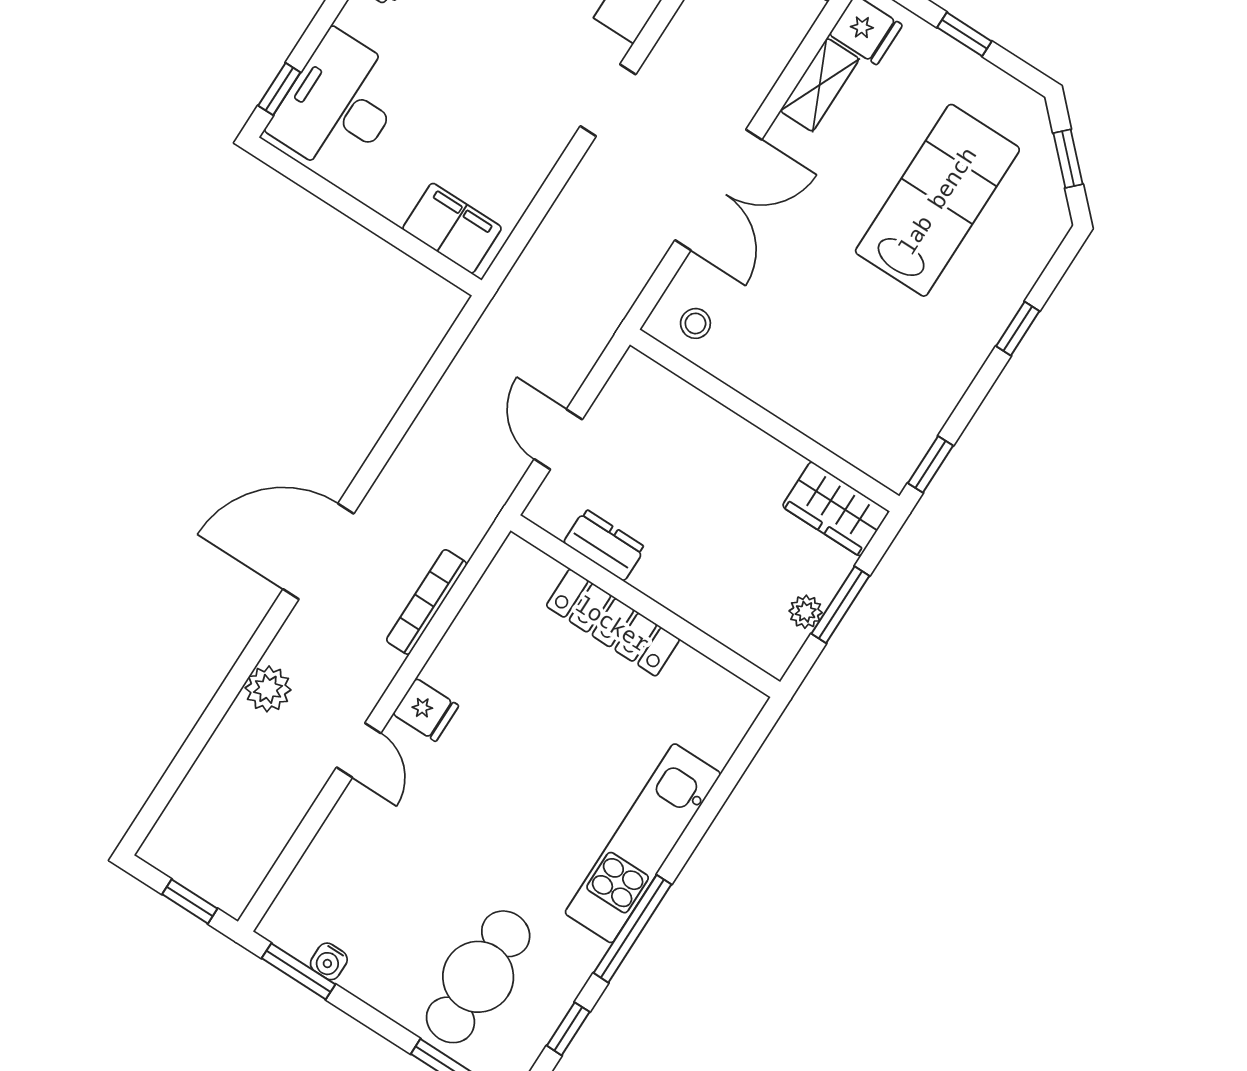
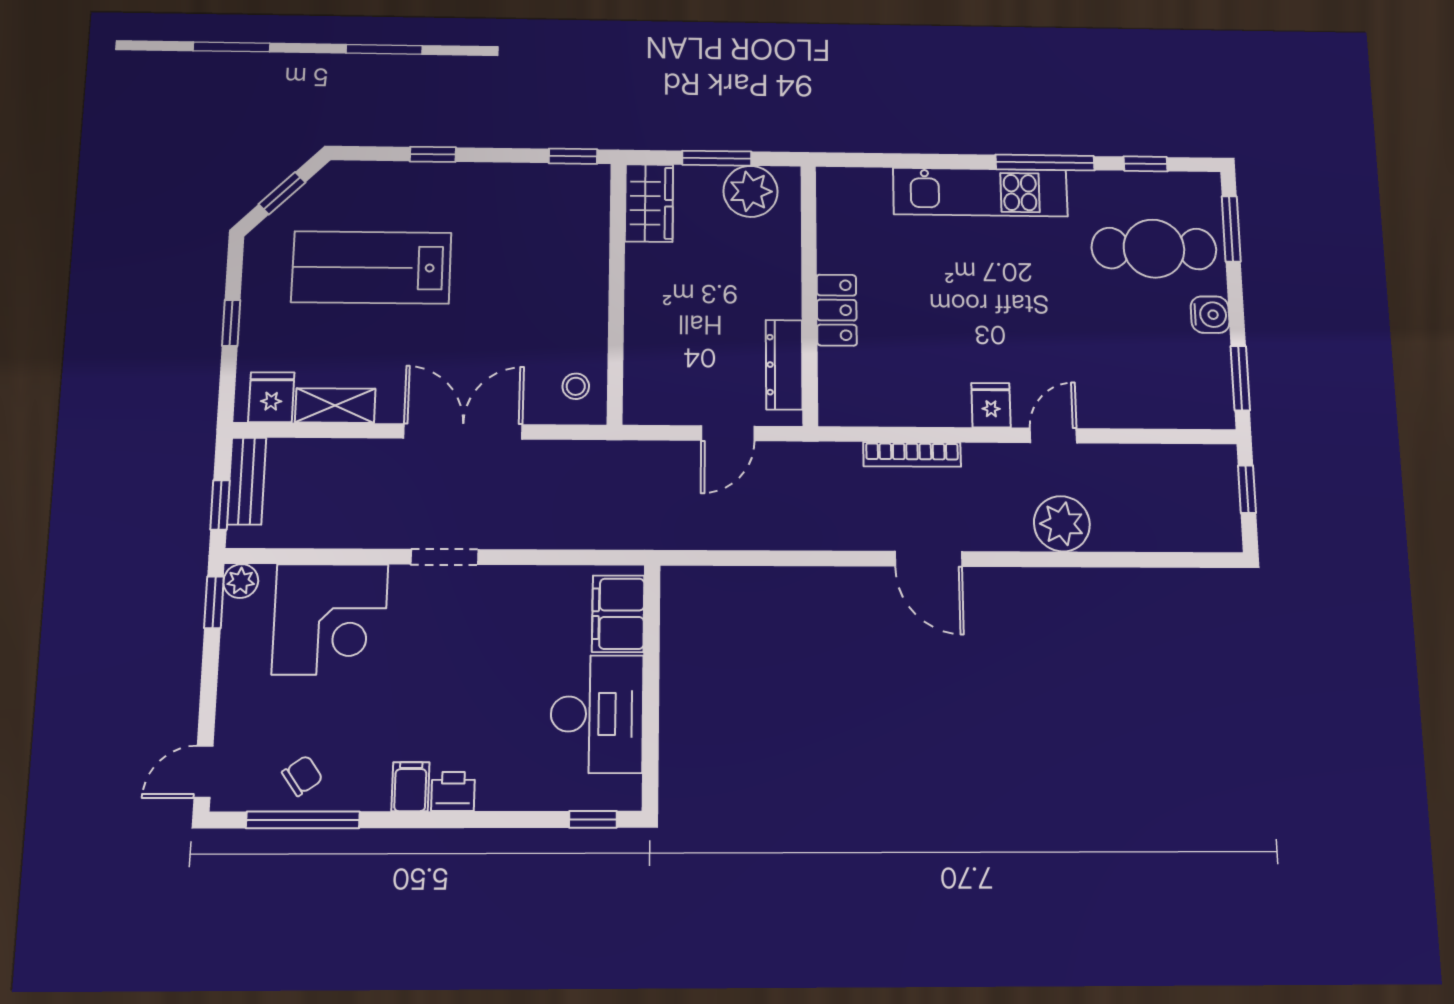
desk: (339, 104) -> (597, 714), moved, turned -90
dresser: (604, 545) -> (784, 365), width x1.44
door: (318, 551) -> (928, 559), width x0.73
plant: (806, 612) -> (751, 191), width x1.88, depth x1.88
locker: (613, 623) -> (837, 310), width x0.66
plant: (268, 689) -> (1062, 524), width x1.36, depth x1.36
water cooler: (329, 961) -> (1210, 315), moved, width x1.38, depth x1.38

